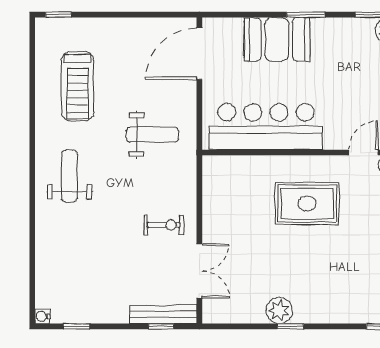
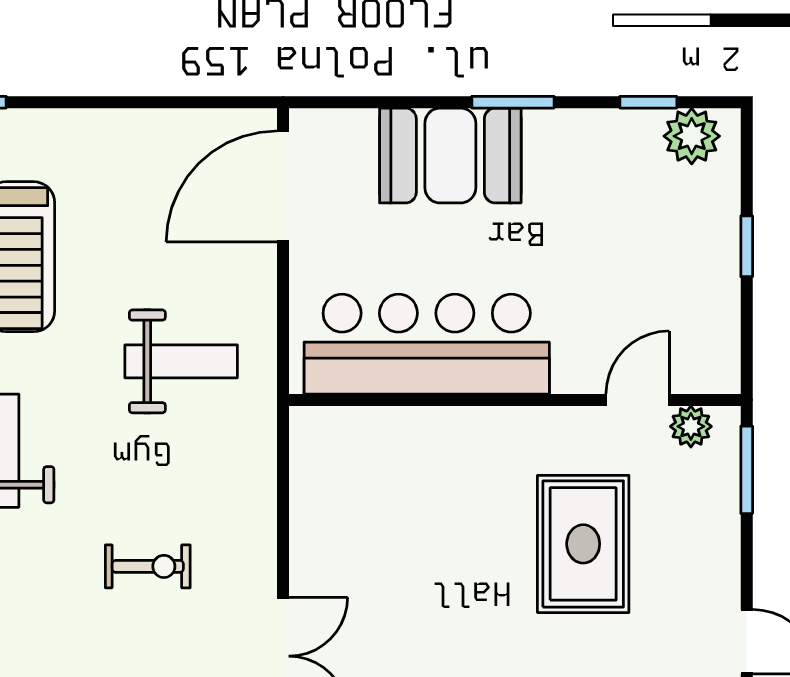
rug: (307, 204) -> (583, 544), moved, turned 90
exercise bike: (164, 225) -> (148, 566), moved

